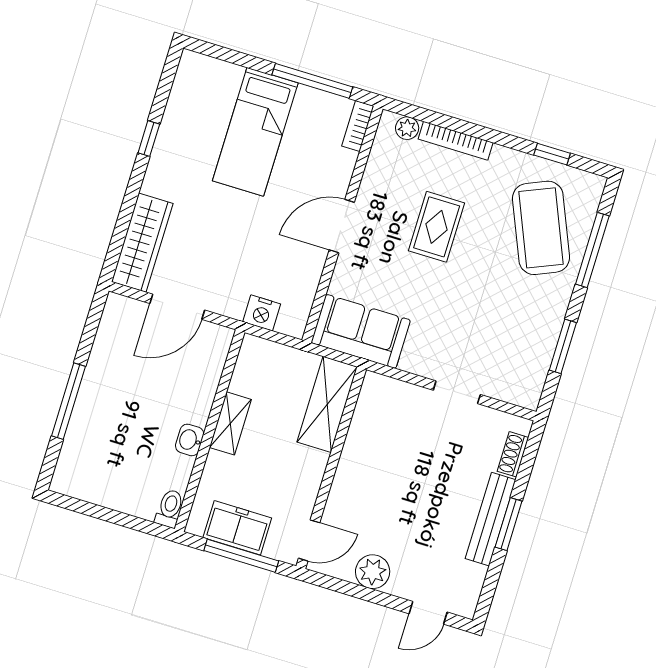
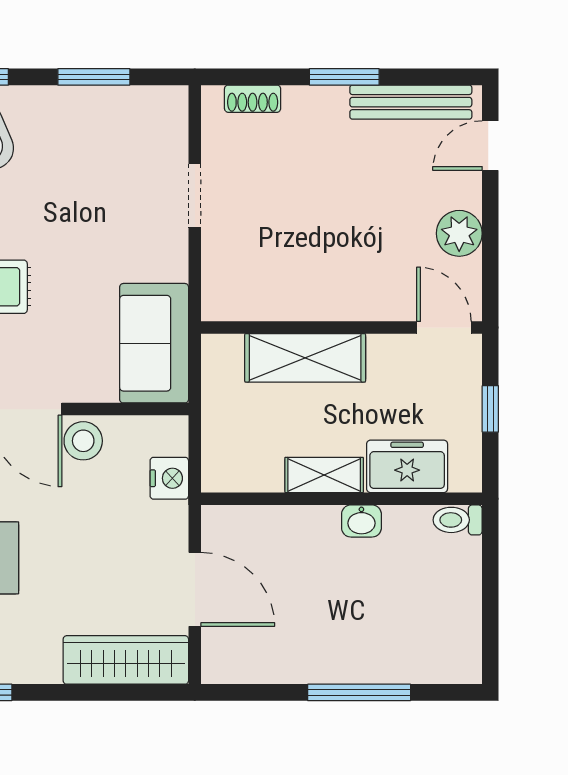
stool: (307, 260) -> (83, 441), added
shelving: (327, 404) -> (305, 358), moved
bench: (490, 519) -> (411, 102), moved
freezer: (237, 528) -> (407, 466), moved, turned 90
window: (241, 556) -> (490, 409), width x0.46
door: (428, 613) -> (490, 146), swing flipped

